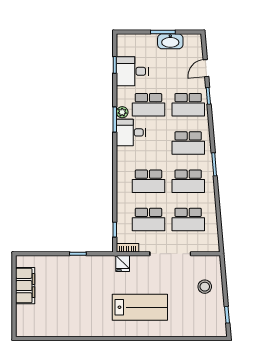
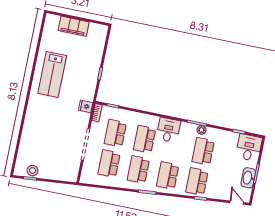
door: (206, 68) -> (237, 203), moved
desk: (132, 71) -> (249, 148), moved
desk: (131, 132) -> (168, 130), moved
filing cabinet: (25, 286) -> (74, 26), moved
stool: (205, 287) -> (32, 171), moved
lab bench: (140, 307) -> (52, 74), moved

